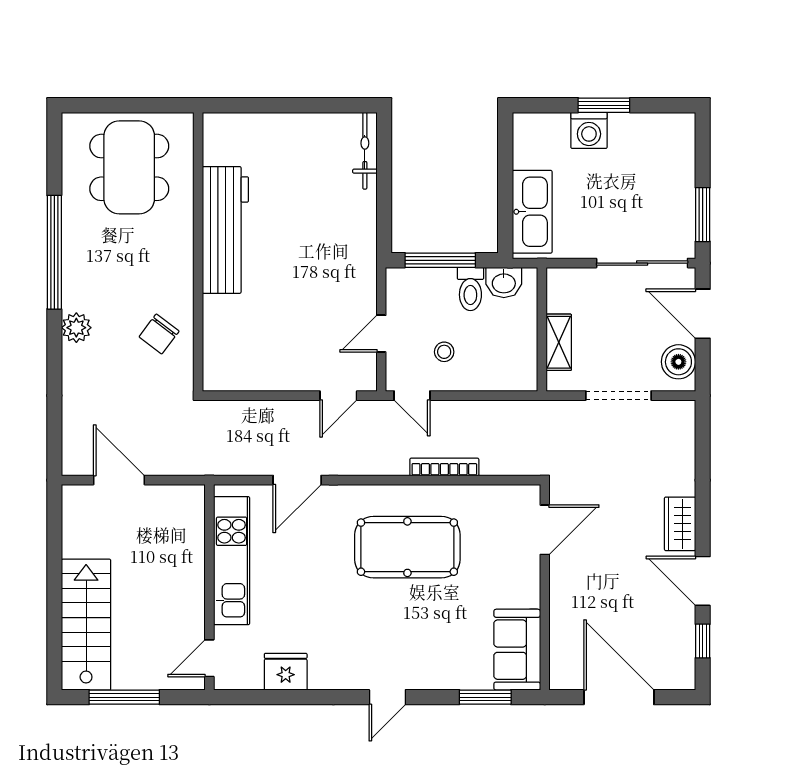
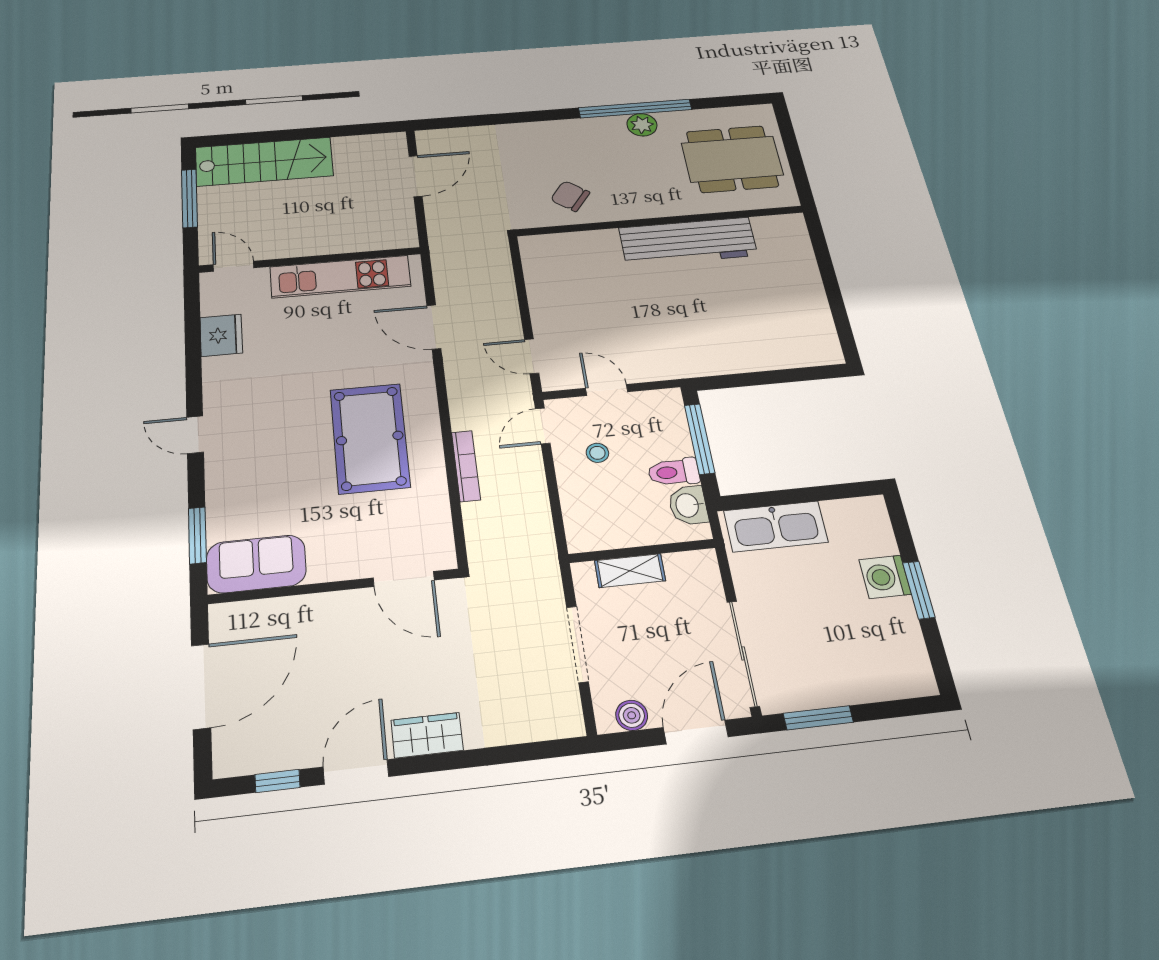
bicycle: (365, 151) -> (802, 356), removed
plant: (76, 328) -> (642, 125), moved
boiler: (678, 362) -> (632, 715), width x0.73, depth x0.73

